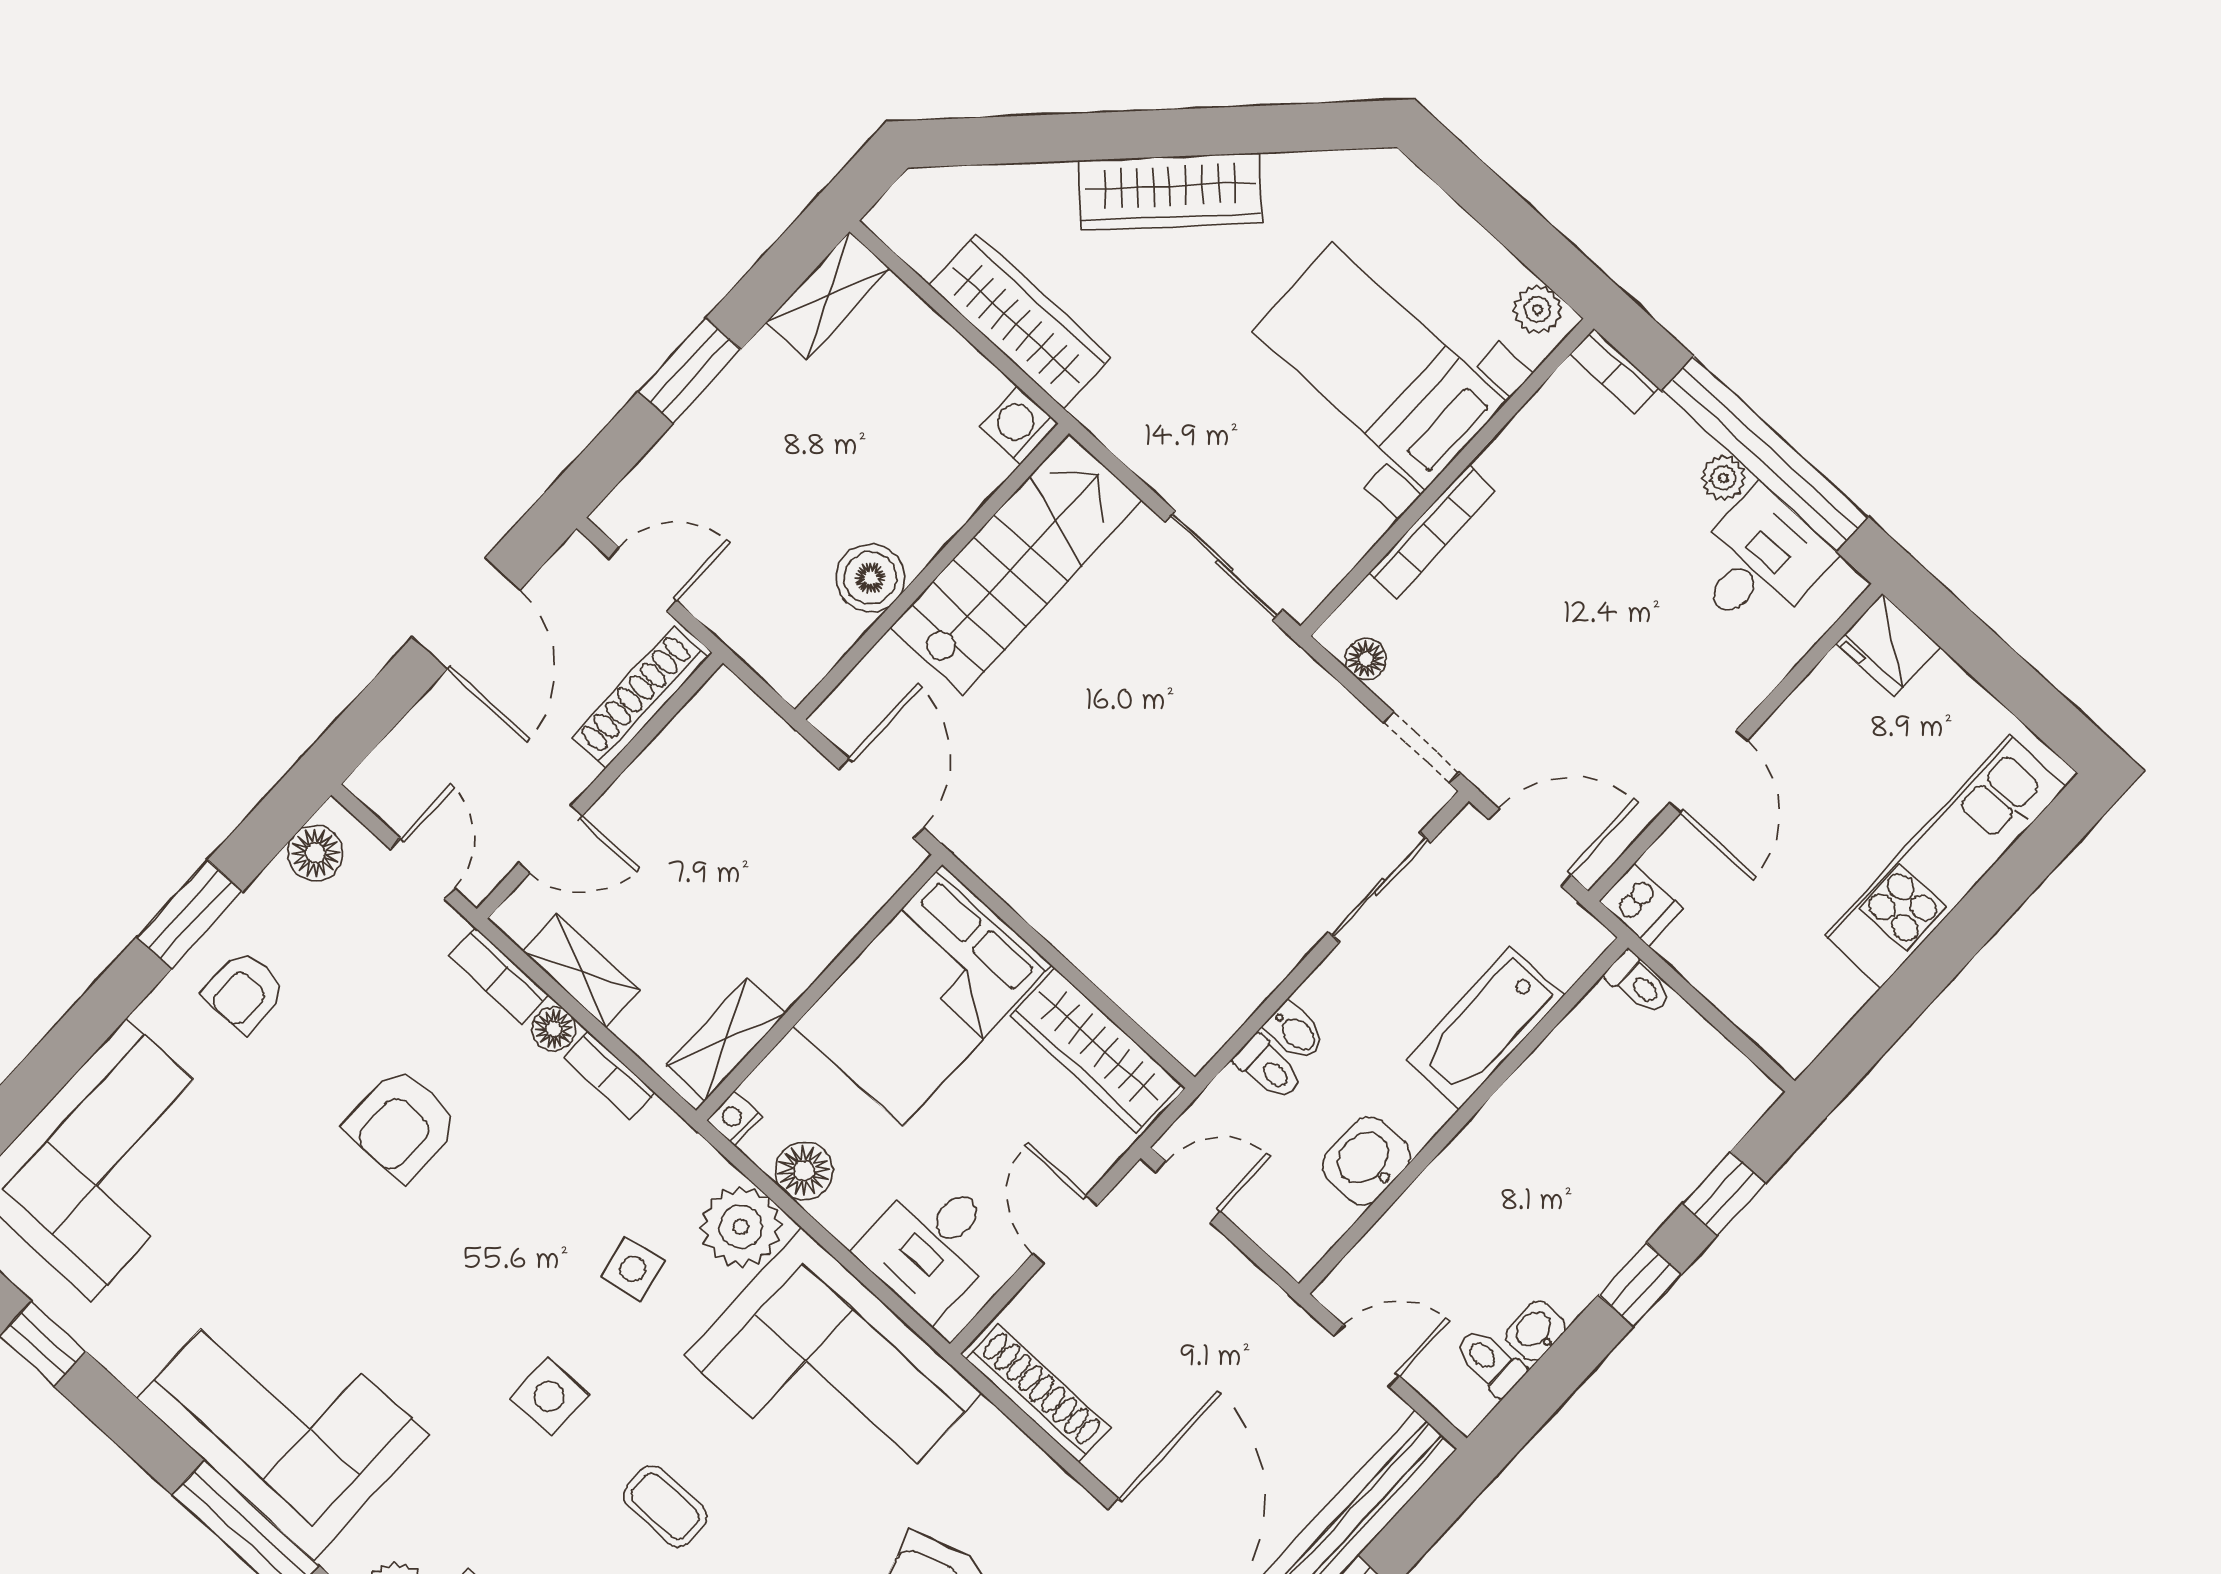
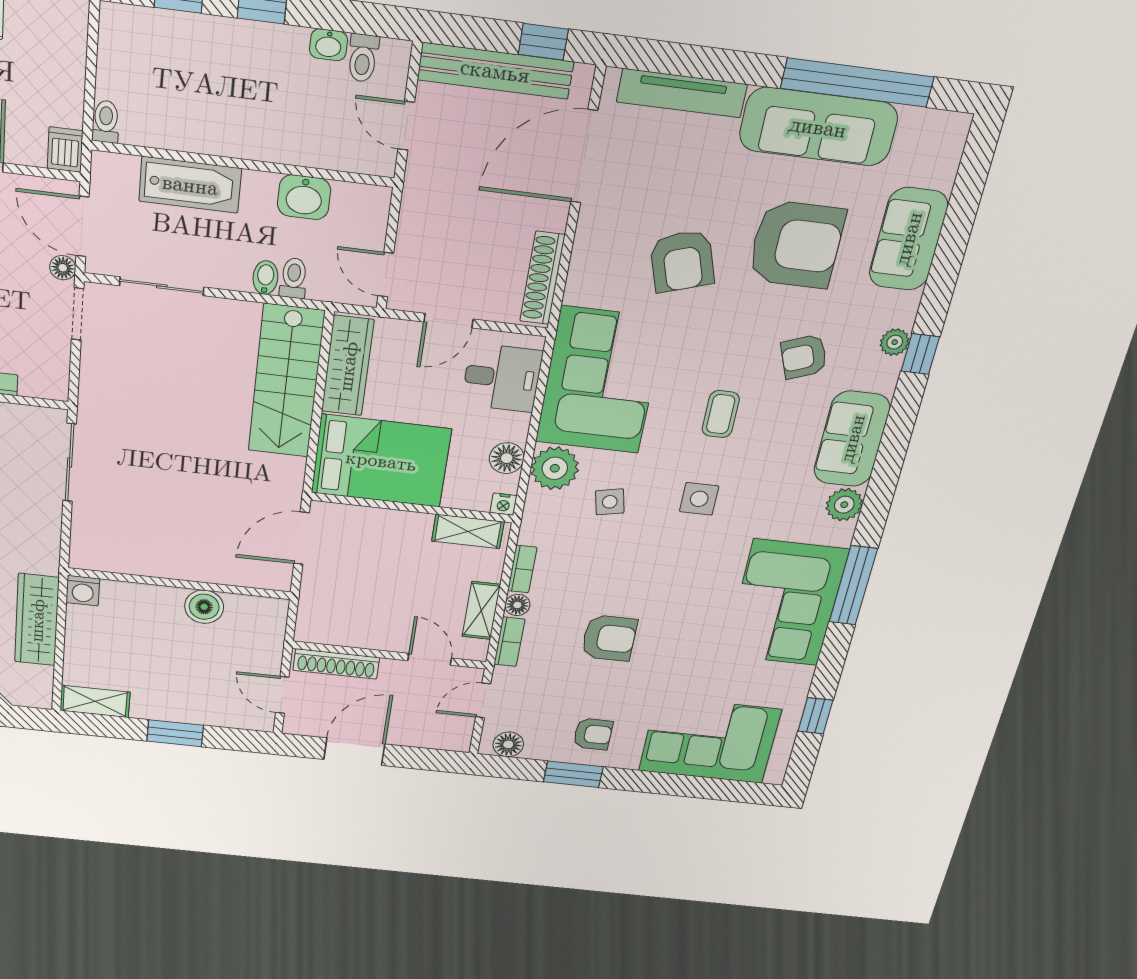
stairs: (1016, 564) -> (286, 381), moved, turned -90
floor lamp: (1366, 659) -> (63, 268), moved

